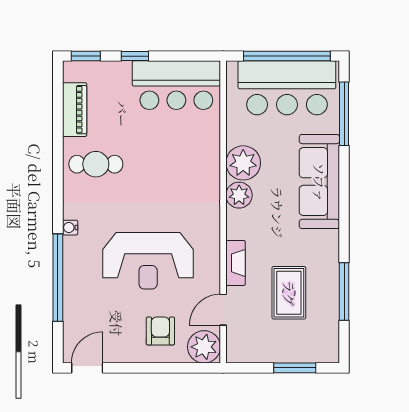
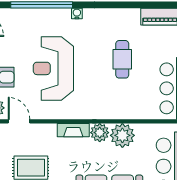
cafe table: (96, 164) -> (122, 59), moved
fireplace: (236, 263) -> (73, 130), moved

